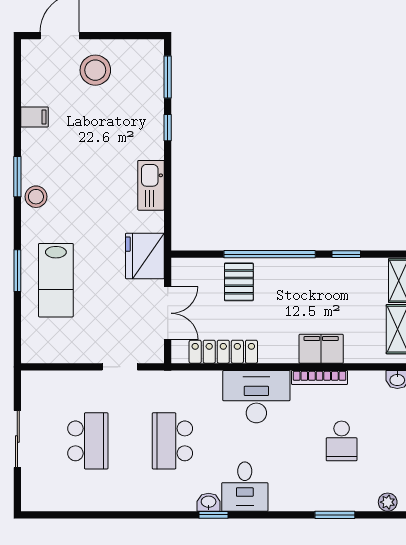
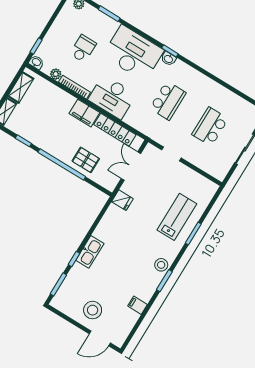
kitchen sink: (151, 185) -> (90, 252), moved
fridge: (145, 256) -> (122, 200), width x0.53, depth x0.75
pallet: (239, 282) -> (86, 160), turned 90
filing cabinet: (321, 349) -> (84, 113), moved
plant: (359, 380) -> (56, 74), added
desk: (245, 487) -> (133, 53), width x1.87, depth x1.30

